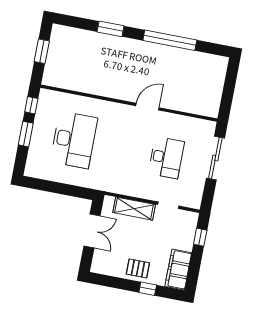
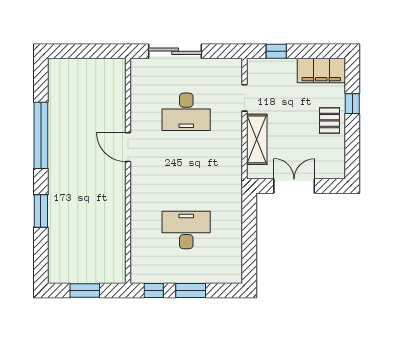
desk: (74, 140) -> (186, 230), width x0.73, depth x0.77
desk: (166, 158) -> (186, 112), turned 180

